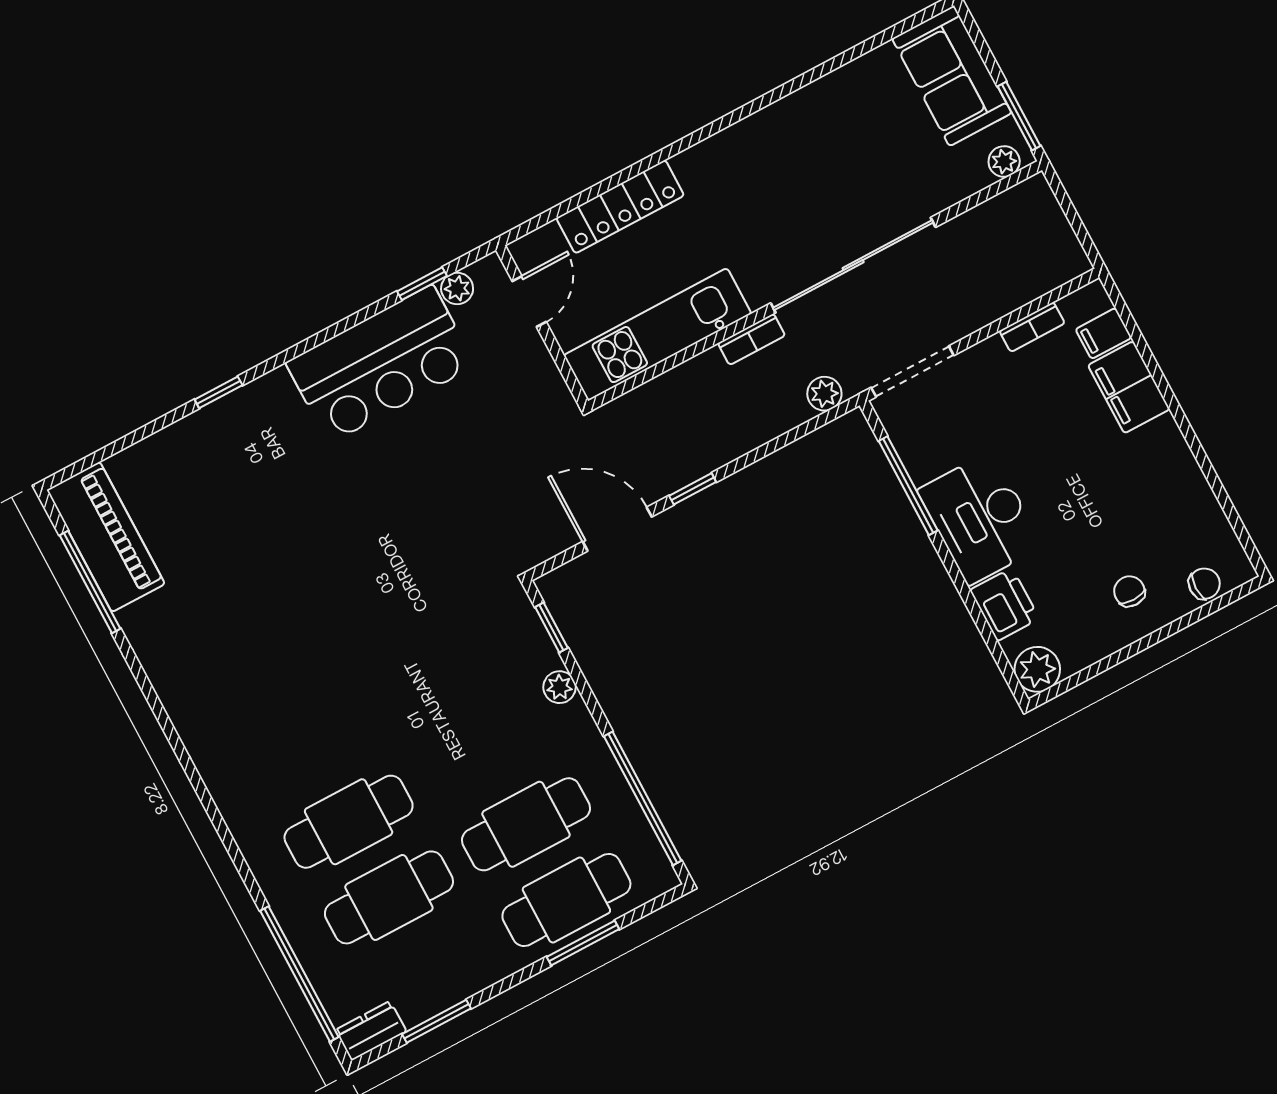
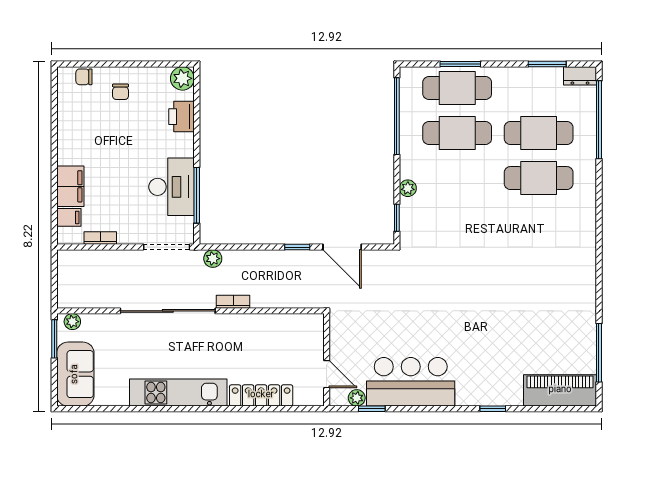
door: (529, 301) -> (327, 374), swing flipped
kitchen unit: (657, 334) -> (178, 393), moved, turned 180
desk: (980, 518) -> (172, 187), moved
piano: (106, 537) -> (560, 390), moved, turned 90

